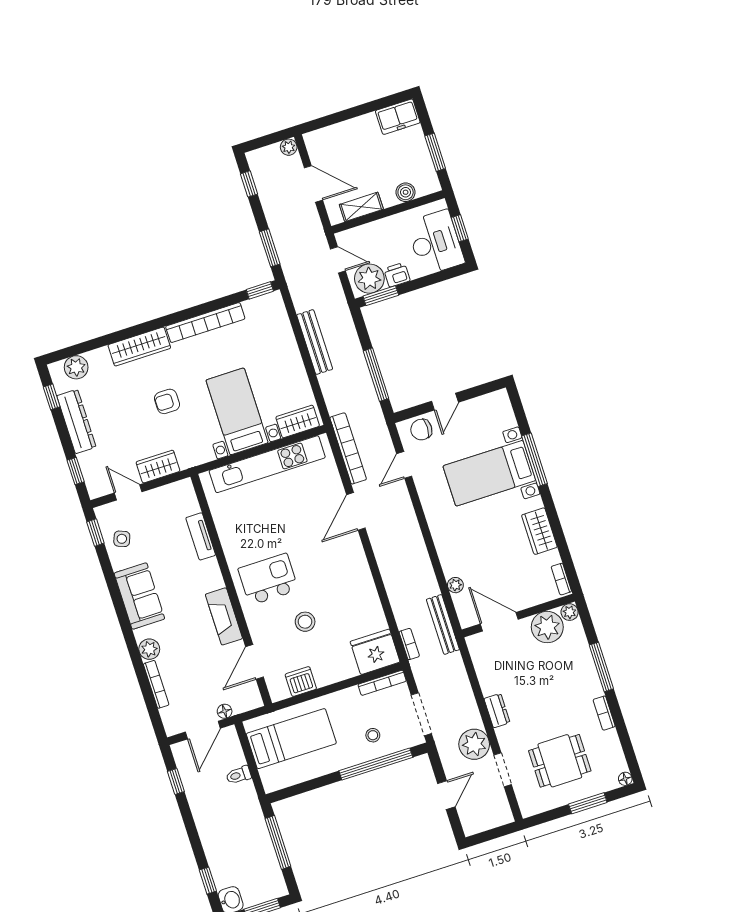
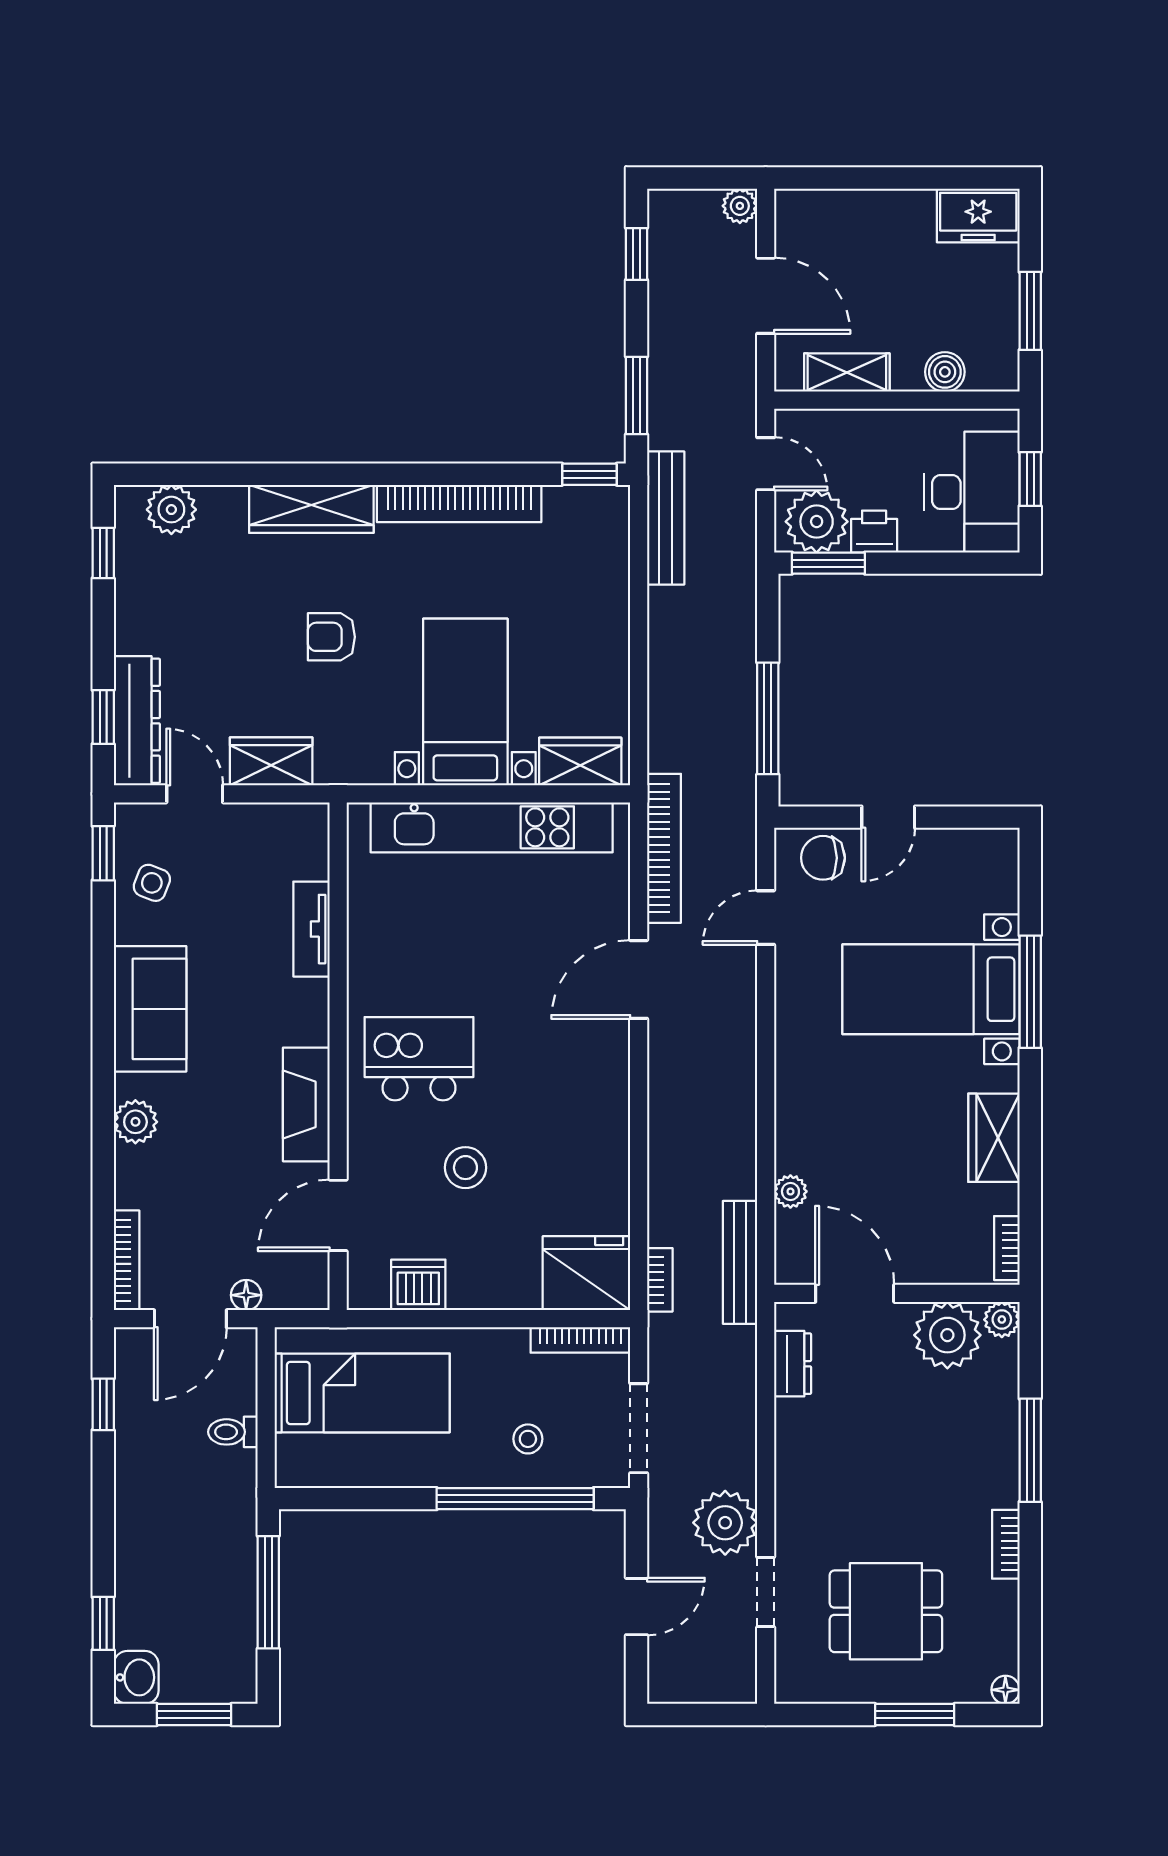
bench: (315, 342) -> (666, 518), moved
dresser: (76, 421) -> (137, 721), moved
bookcase: (156, 684) -> (127, 1260), moved
dresser: (497, 711) -> (793, 1364), moved

